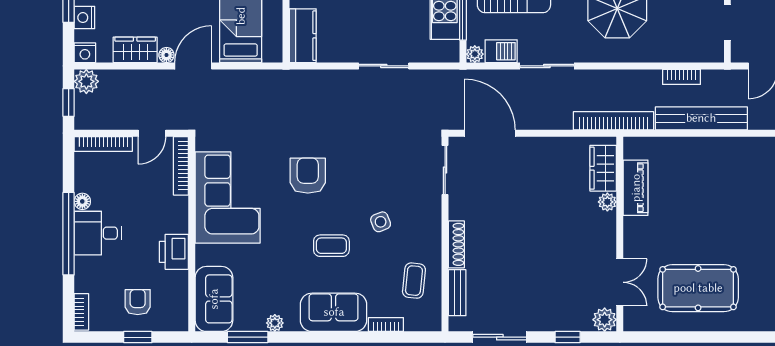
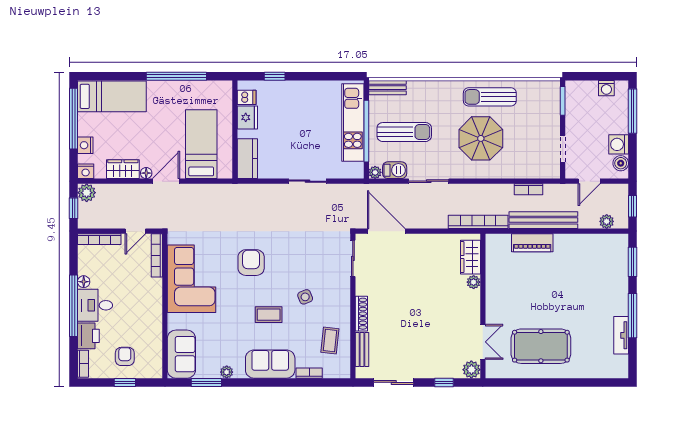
piano: (636, 188) -> (532, 243), moved, turned 90
printer: (174, 252) -> (88, 336), moved, turned 180

